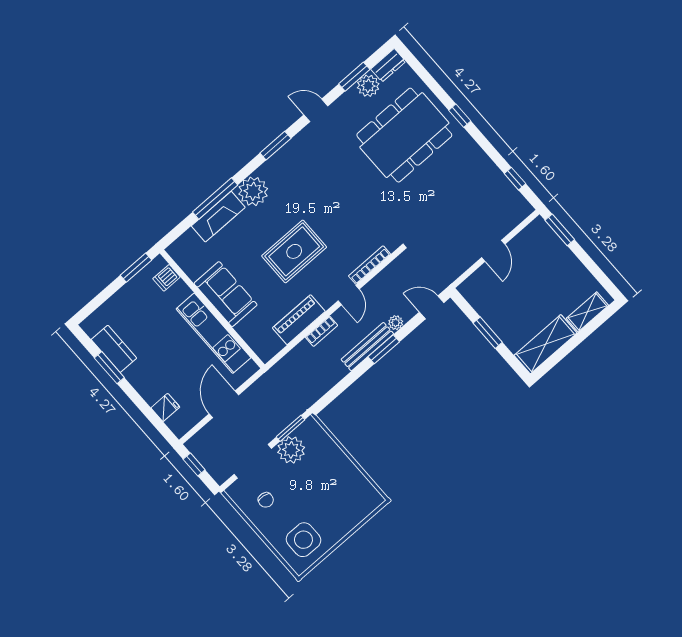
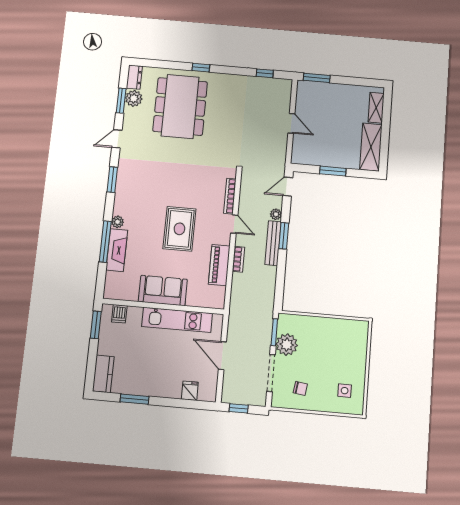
plant: (253, 191) -> (118, 222), width x0.53, depth x0.53
kitchen counter: (114, 349) -> (103, 374), moved, turned 90
side table: (303, 540) -> (345, 391), width x0.54, depth x0.54

